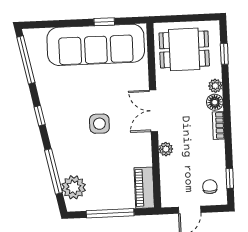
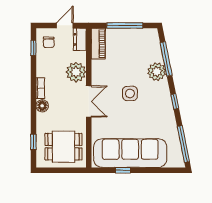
plant: (215, 86) -> (41, 118), removed
plant: (166, 149) -> (76, 72), width x1.88, depth x1.88
plant: (74, 187) -> (157, 72), moved
dresser: (169, 192) -> (80, 39), added

